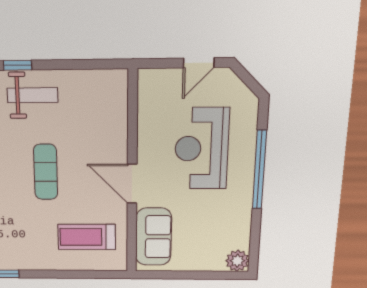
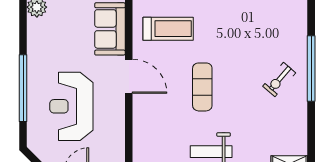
reception desk: (202, 149) -> (71, 106), turned 180

